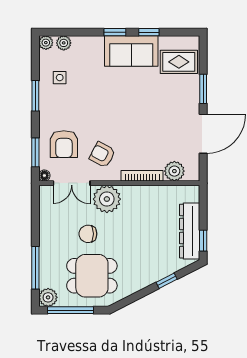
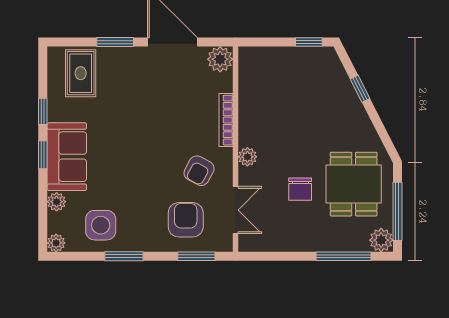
plant: (64, 43) -> (57, 202), moved
sofa: (131, 51) -> (67, 157), moved
side table: (60, 78) -> (101, 225), width x1.87, depth x1.87
armchair: (64, 144) -> (186, 220), turned -90
plant: (174, 171) -> (220, 59), moved
floor lamp: (44, 176) -> (226, 245), removed
plant: (107, 199) -> (247, 157), width x0.53, depth x0.53
dresser: (190, 231) -> (297, 59), removed

